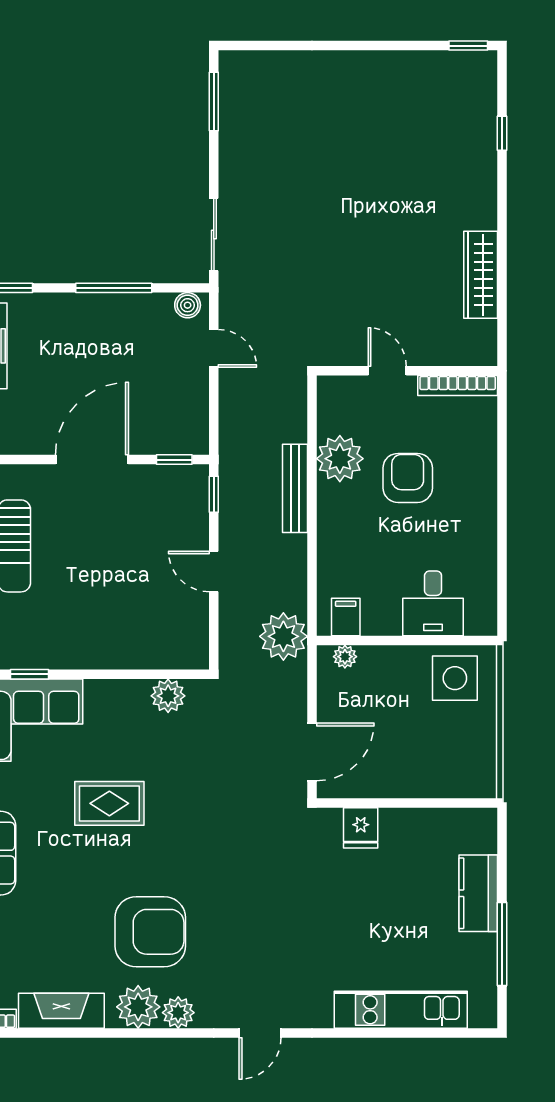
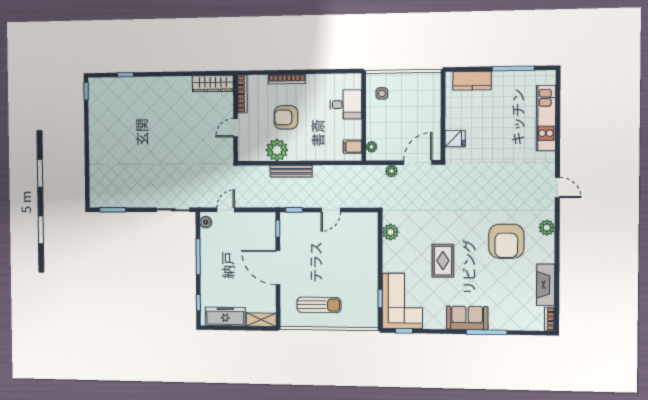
wardrobe: (481, 275) -> (213, 84), moved
bookcase: (488, 480) -> (287, 79), added
plant: (283, 636) -> (391, 171), moved, width x0.53, depth x0.53
side table: (455, 678) -> (382, 93), width x0.54, depth x0.54
door: (312, 752) -> (418, 163), hinge flipped
kitchen counter: (478, 893) -> (472, 81), moved
armchair: (150, 932) -> (506, 241), turned 180
plant: (138, 1007) -> (544, 247), removed

